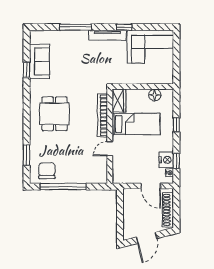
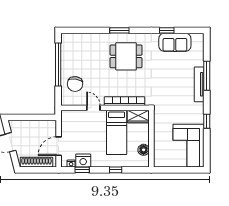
tv unit: (107, 35) -> (199, 84), moved
window: (27, 155) -> (119, 30), moved
chair: (47, 171) -> (75, 84), moved, turned 98

